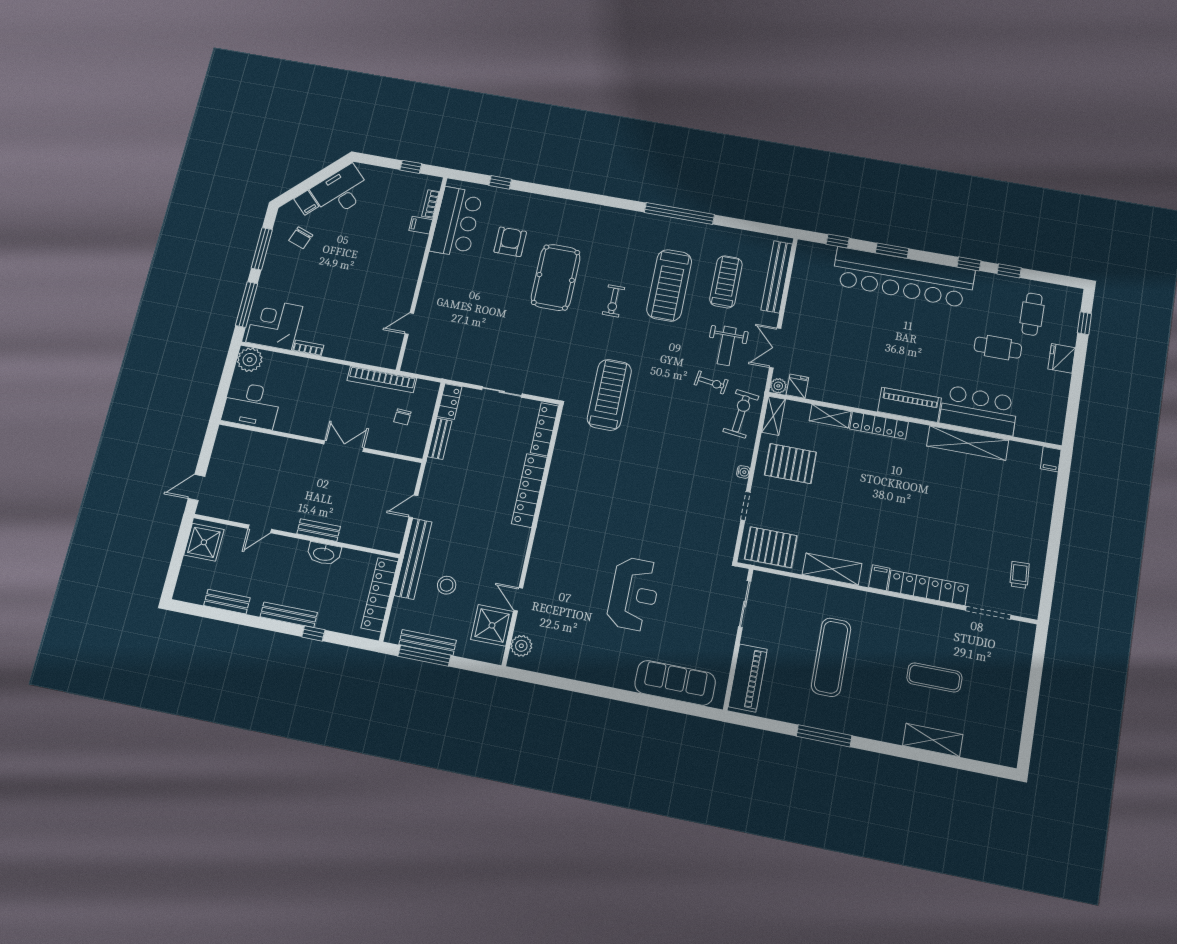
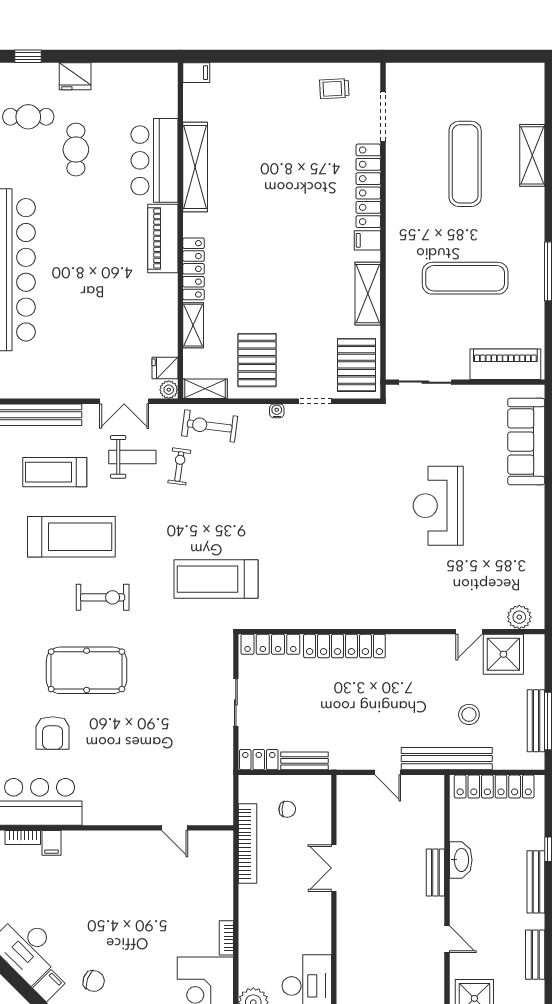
armchair: (510, 242) -> (53, 733), turned -90
exercise bike: (613, 301) -> (103, 597), width x1.38, depth x1.39
reception desk: (634, 594) -> (438, 506), turned -90
exercise mat: (934, 677) -> (465, 164), width x1.36, depth x1.45

